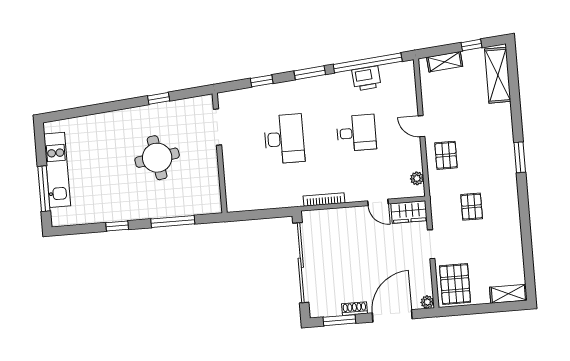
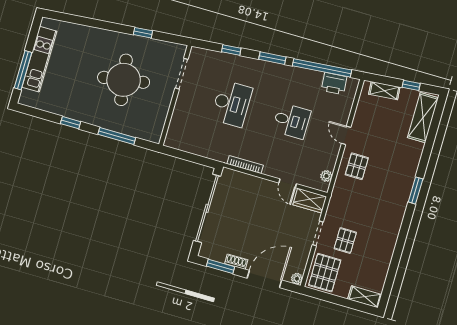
printer: (366, 78) -> (334, 84), moved
round table: (157, 158) -> (124, 80), width x1.36, depth x1.36
pallet: (472, 207) -> (345, 240), moved

